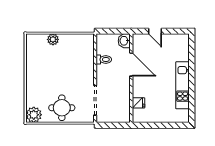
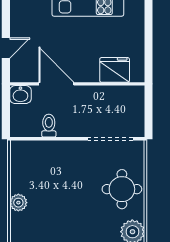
door: (131, 64) -> (56, 84), hinge flipped
fridge: (138, 103) -> (115, 70), width x1.88, depth x1.34

